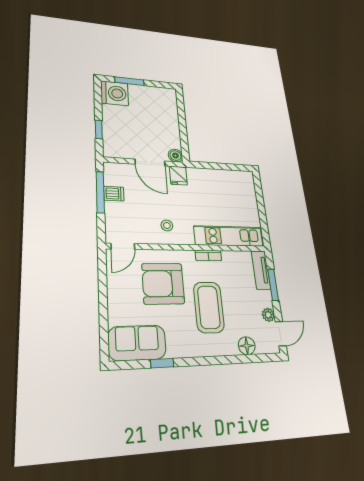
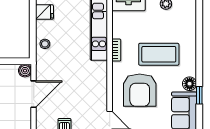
fridge: (178, 176) -> (44, 12), moved
stool: (167, 225) -> (45, 44), moved
floor lamp: (247, 346) -> (190, 84), moved

